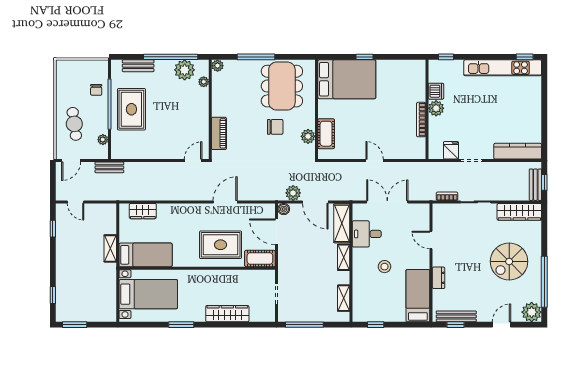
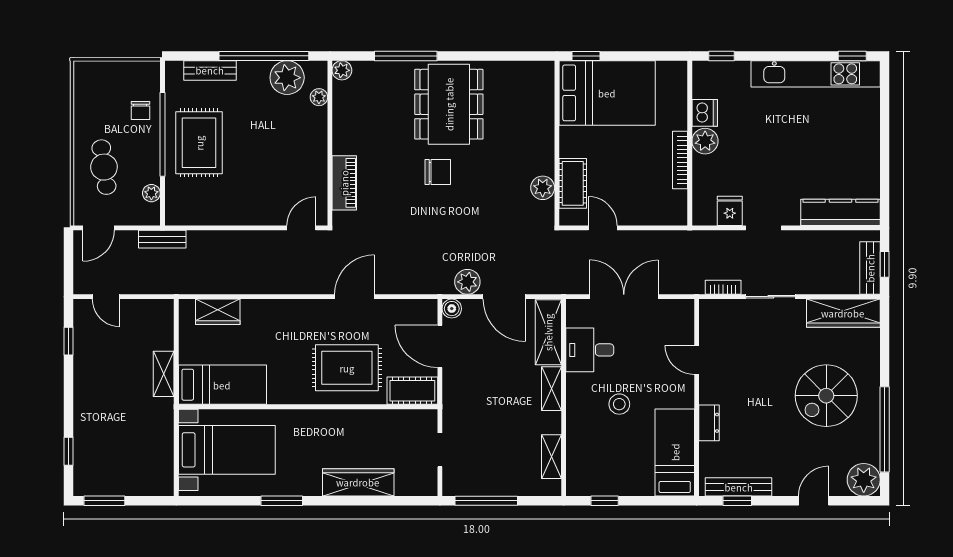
bed: (347, 79) -> (607, 93), moved
wall: (317, 109) -> (557, 143), moved
cot: (326, 134) -> (573, 183), moved
plant: (308, 136) -> (543, 188), moved

